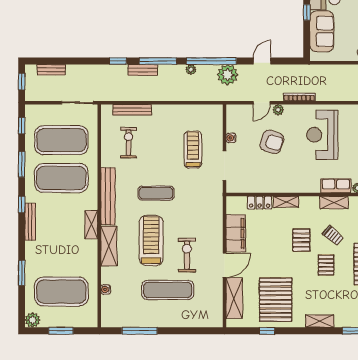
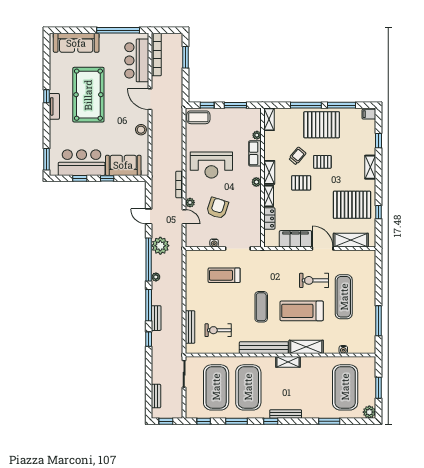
plant: (302, 188) -> (256, 182), added
shelving: (334, 202) -> (269, 172), moved

